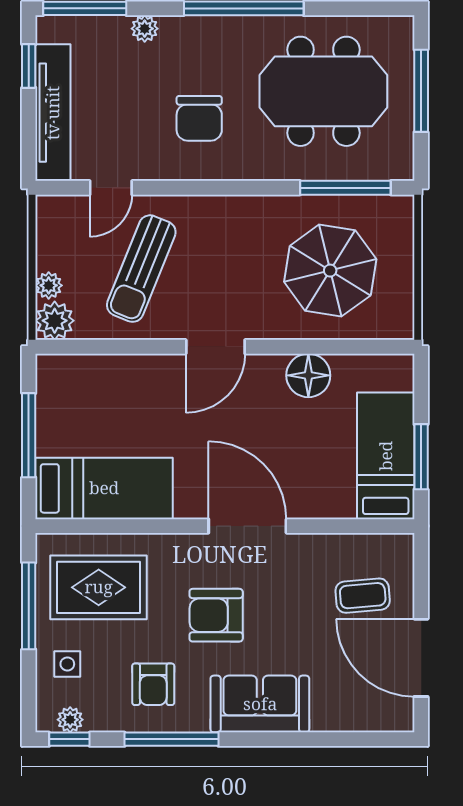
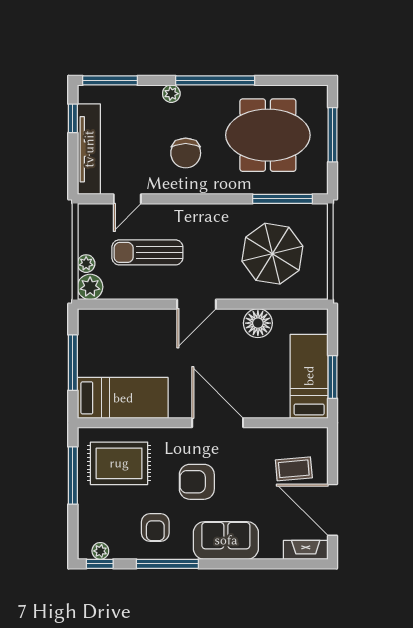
plant: (145, 29) -> (171, 94), moved
sun lounger: (141, 269) -> (147, 252), turned 68
side table: (67, 664) -> (98, 514), removed
fireplace: (381, 718) -> (306, 550), added

